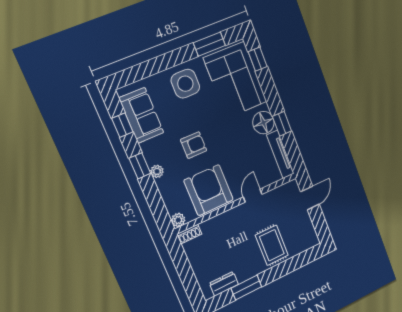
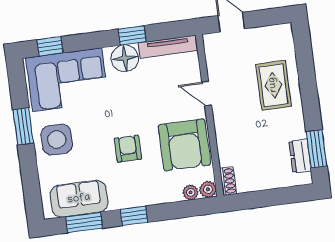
window: (209, 44) -> (23, 126), moved
window: (122, 125) -> (84, 222), width x1.50
plant: (157, 171) -> (191, 192), moved
armchair: (209, 190) -> (184, 145), turned -90
rug: (272, 245) -> (273, 85), turned 90
window: (246, 288) -> (316, 149), moved

